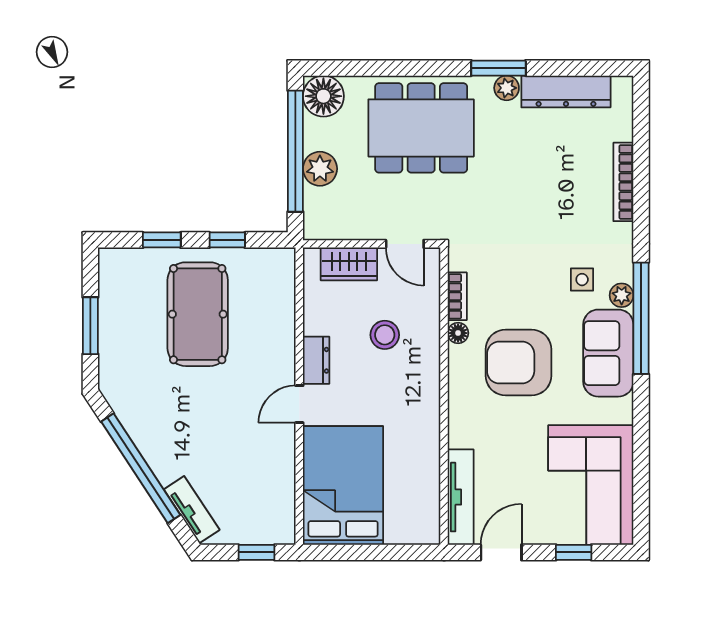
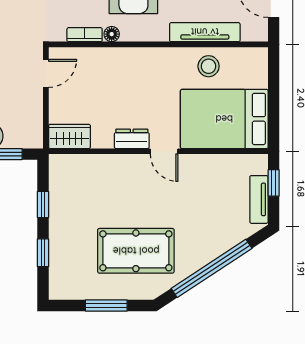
wardrobe: (349, 264) -> (69, 136), moved, turned -90
pool table: (198, 314) -> (136, 251), moved
stool: (385, 335) -> (209, 66), moved
tv unit: (461, 497) -> (205, 32), moved
tv unit: (192, 510) -> (259, 199), moved, turned -57

